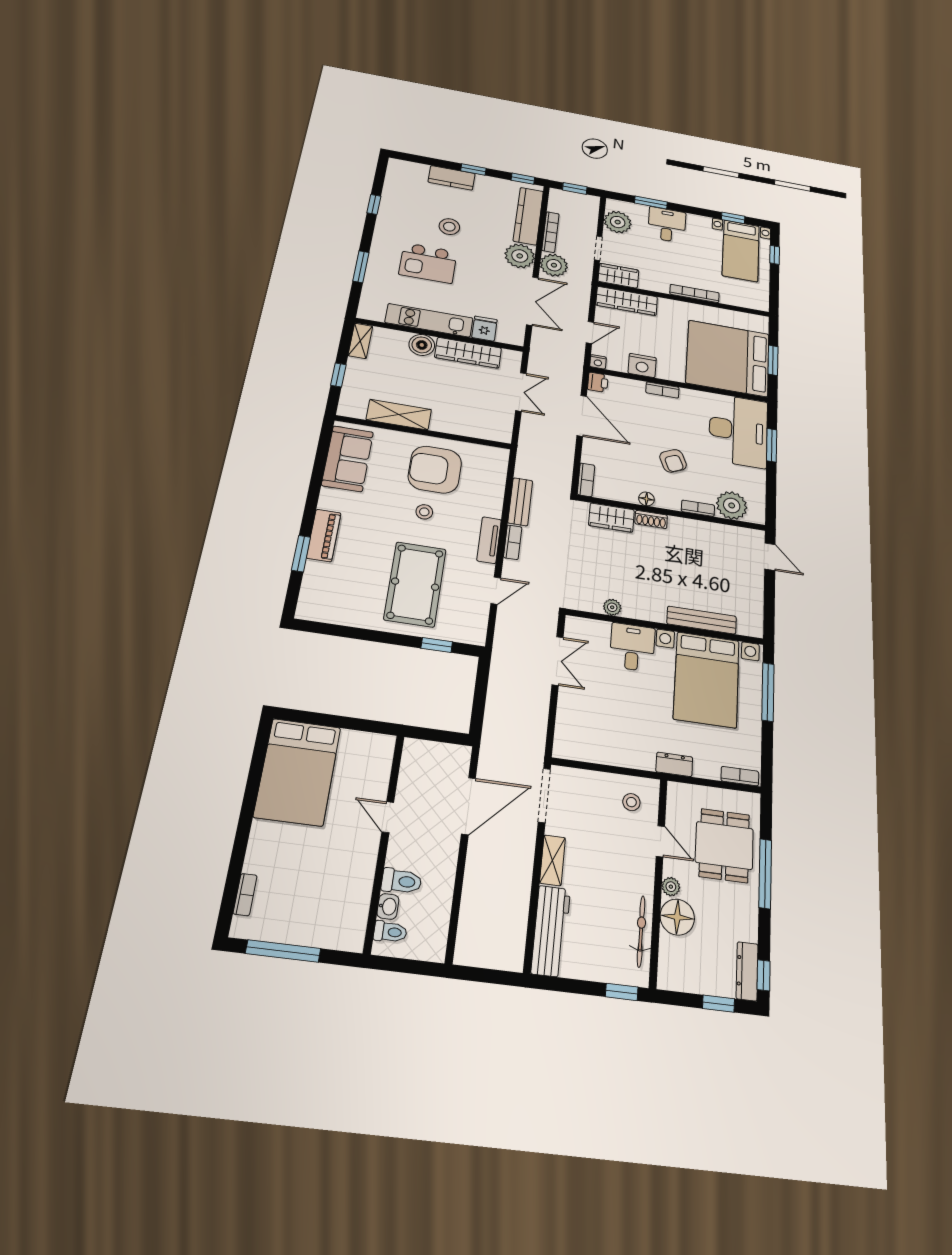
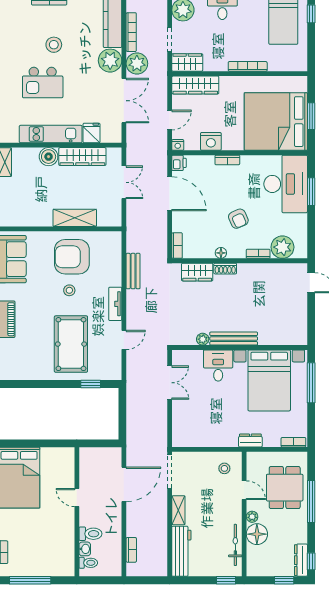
shelving: (399, 415) -> (75, 218), moved
bookcase: (513, 542) -> (131, 550), moved
bench: (702, 620) -> (234, 339), moved

